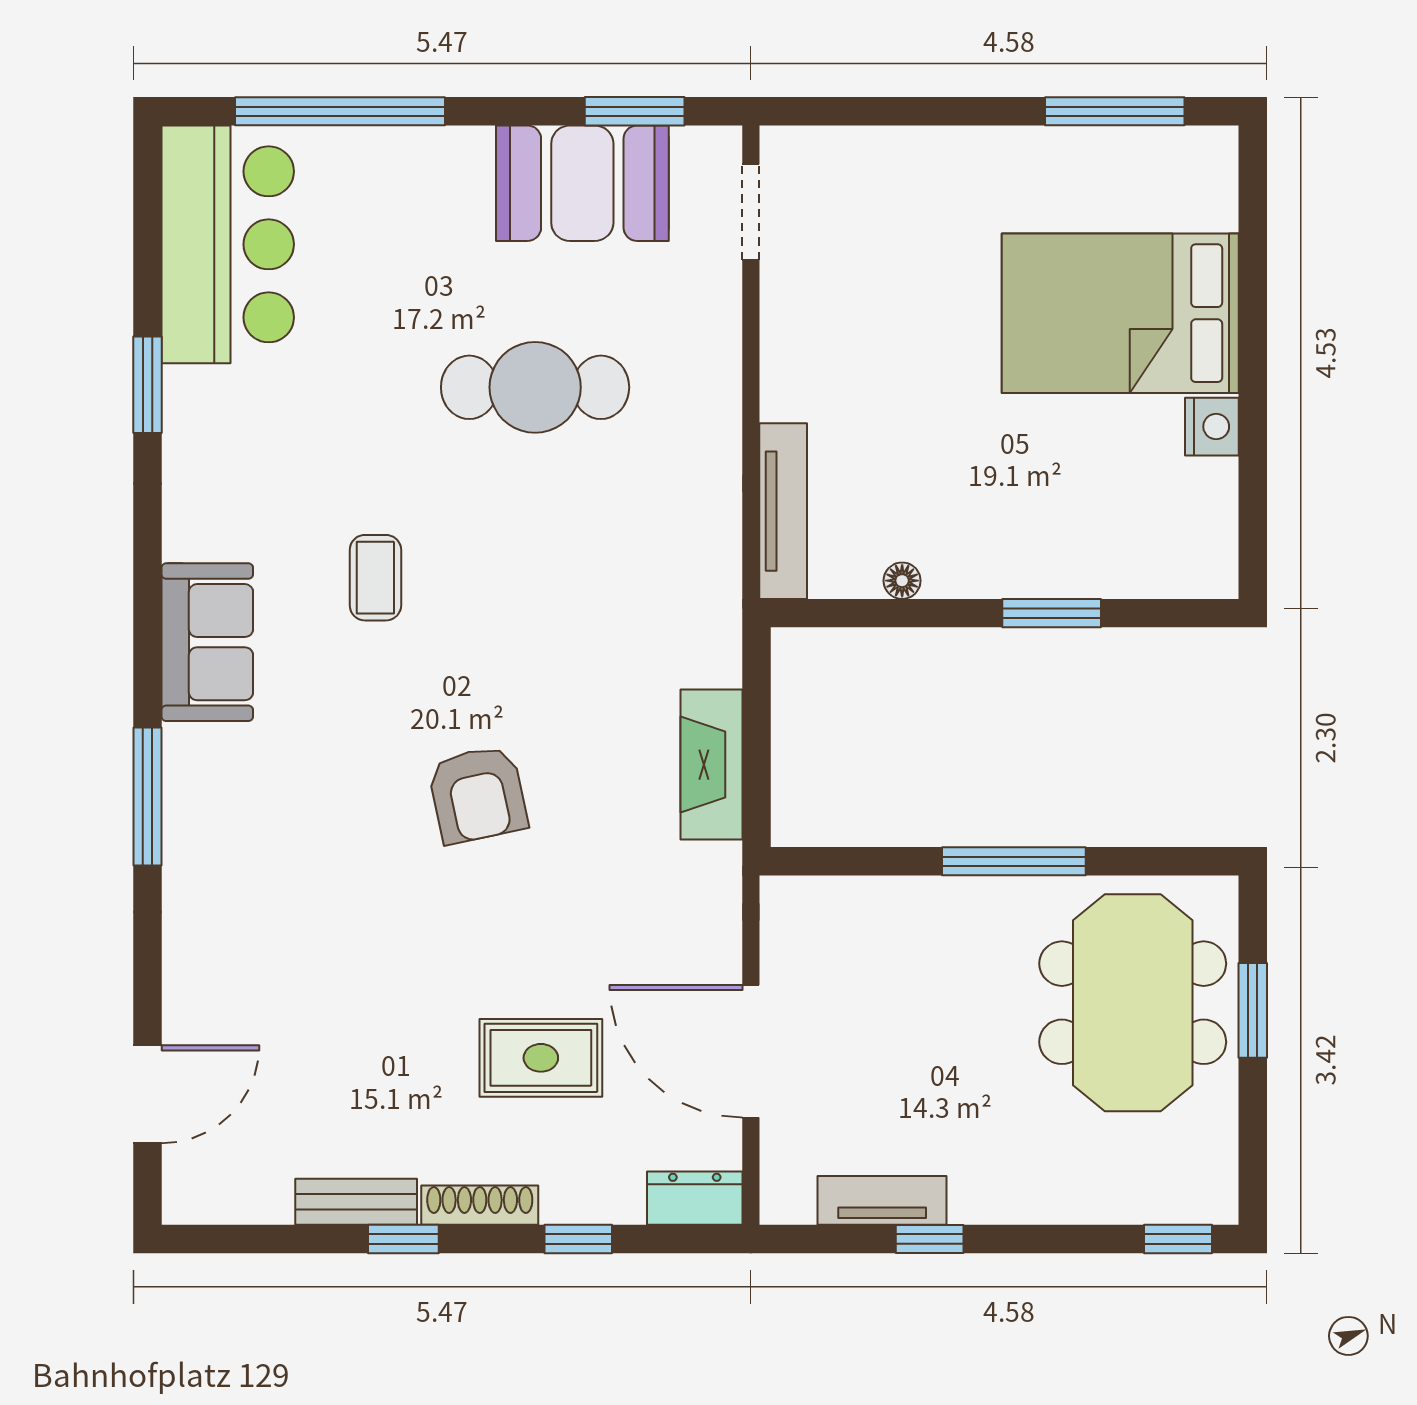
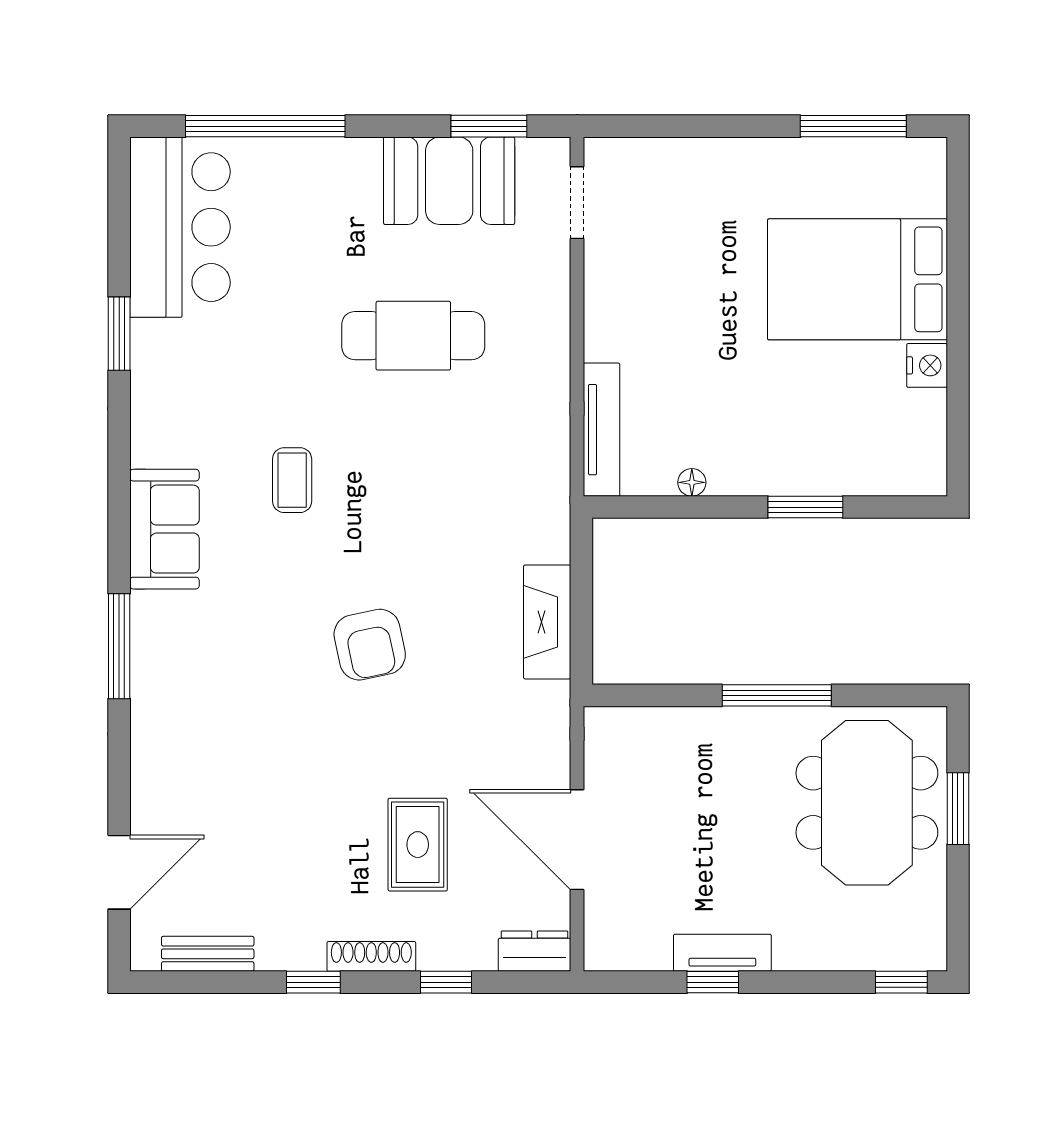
rug: (541, 1058) -> (418, 845), turned 90
tv unit: (882, 1200) -> (722, 953), moved
bench: (356, 1202) -> (208, 954), moved

